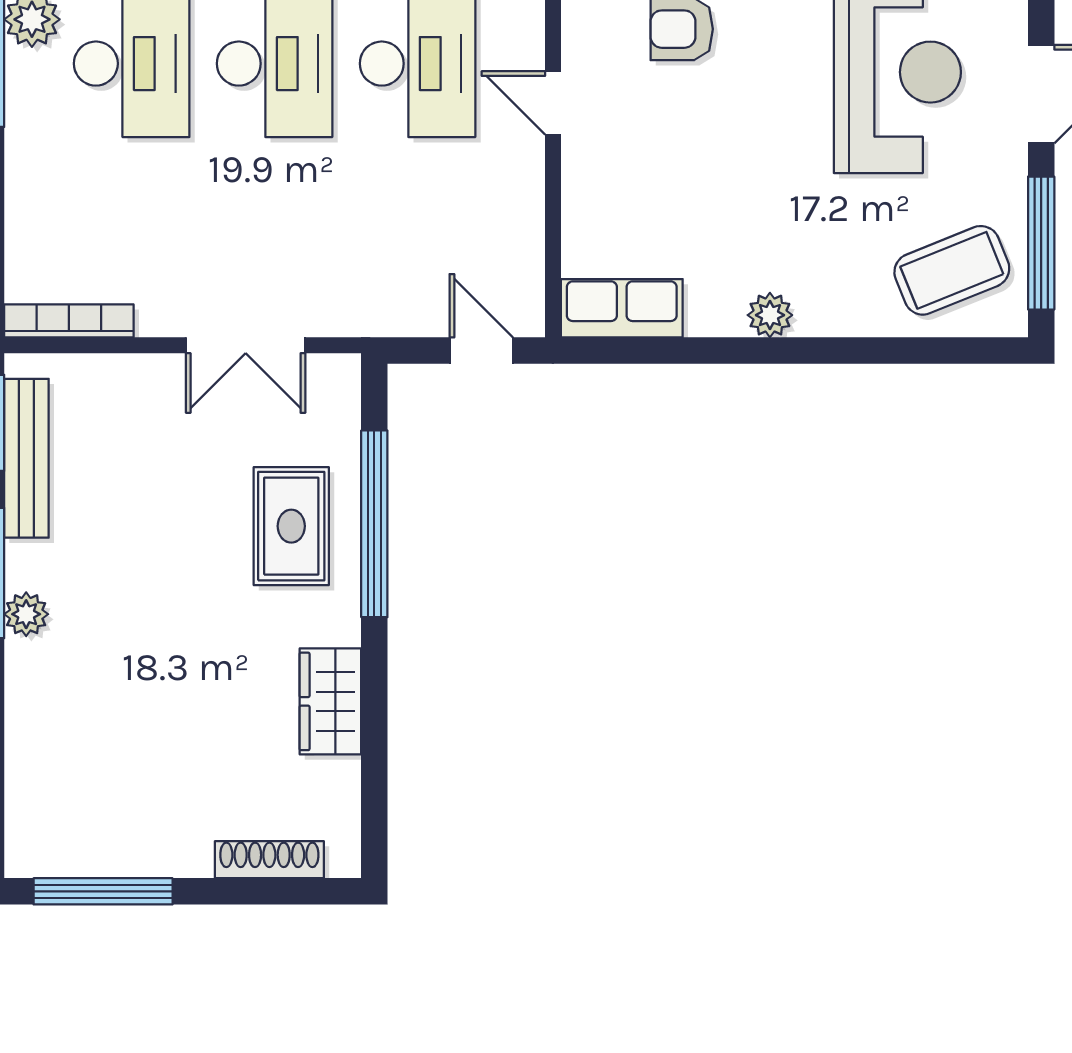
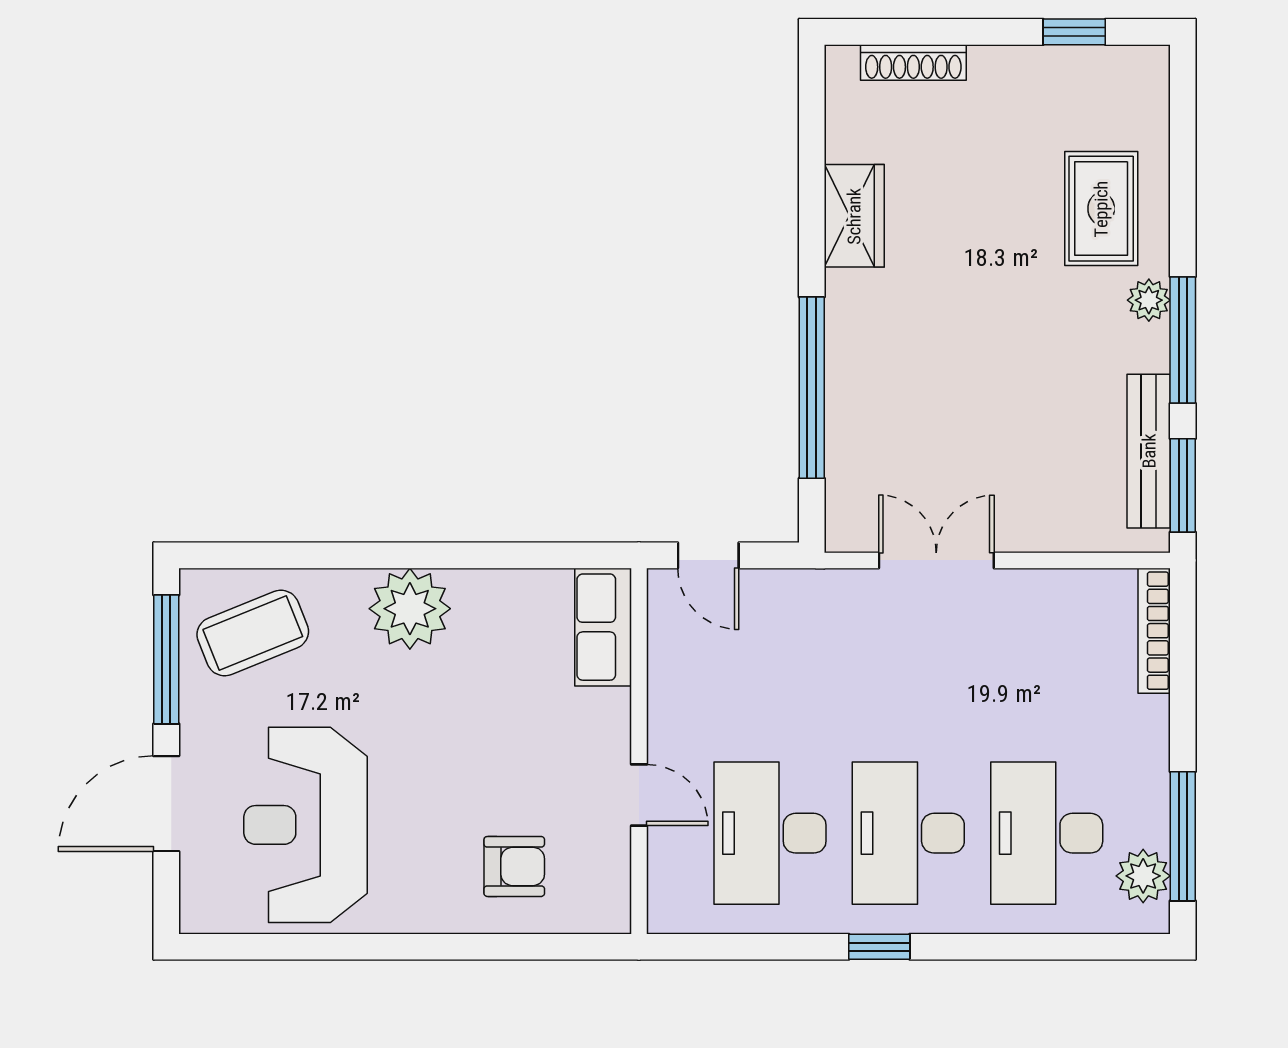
row of seats: (622, 308) -> (603, 627), moved, turned 90
plant: (770, 315) -> (410, 609), width x1.88, depth x1.88
bookcase: (69, 321) -> (1154, 631), moved, turned 90
rug: (291, 526) -> (1101, 209), moved
window: (103, 891) -> (1074, 32), width x0.46

